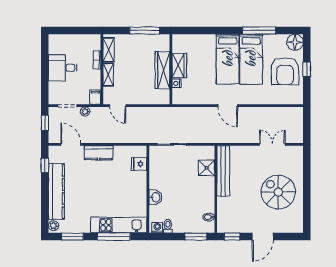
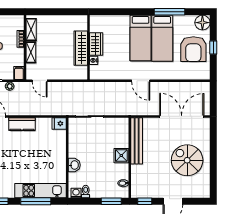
window: (145, 30) -> (64, 12), removed
double door: (272, 144) -> (182, 116), width x1.87
fridge: (139, 164) -> (59, 124), moved
shower: (207, 168) -> (121, 156), moved

